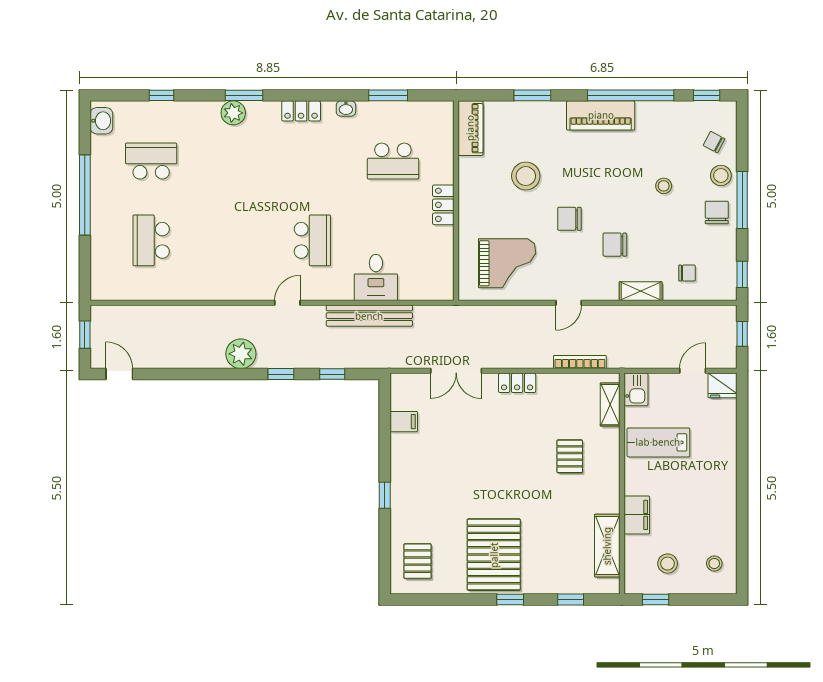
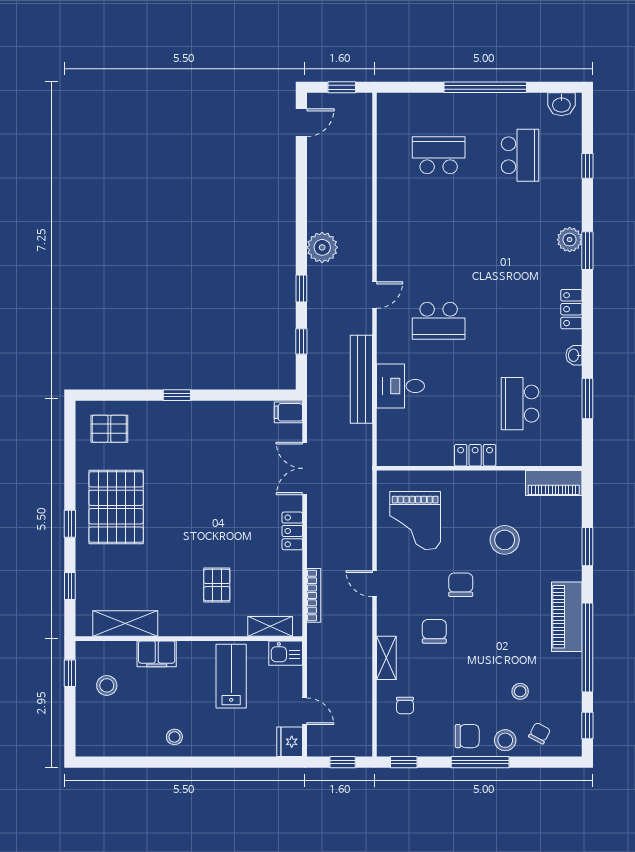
stool: (664, 186) -> (520, 691), moved
door: (287, 303) -> (374, 295), hinge flipped
filing cabinet: (404, 422) -> (288, 412), moved, turned 90
pallet: (570, 456) -> (217, 585), turned 90
pallet: (494, 555) -> (116, 507), turned 90
stool: (714, 563) -> (174, 737), moved

